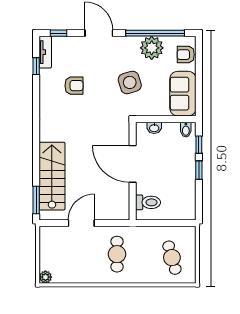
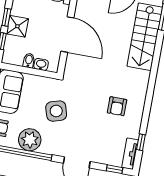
armchair: (74, 86) -> (117, 106), moved, turned -90
bidet: (186, 130) -> (29, 61), moved
shower: (186, 163) -> (17, 26), added

